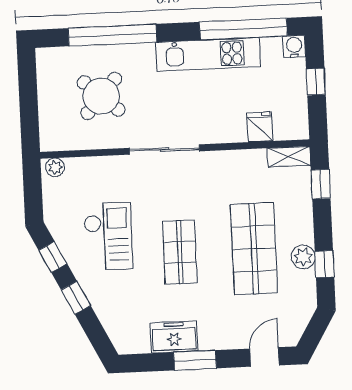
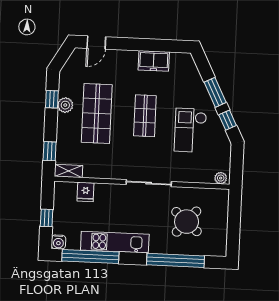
window: (76, 298) -> (215, 92), width x1.50
window: (195, 360) -> (142, 45), removed

